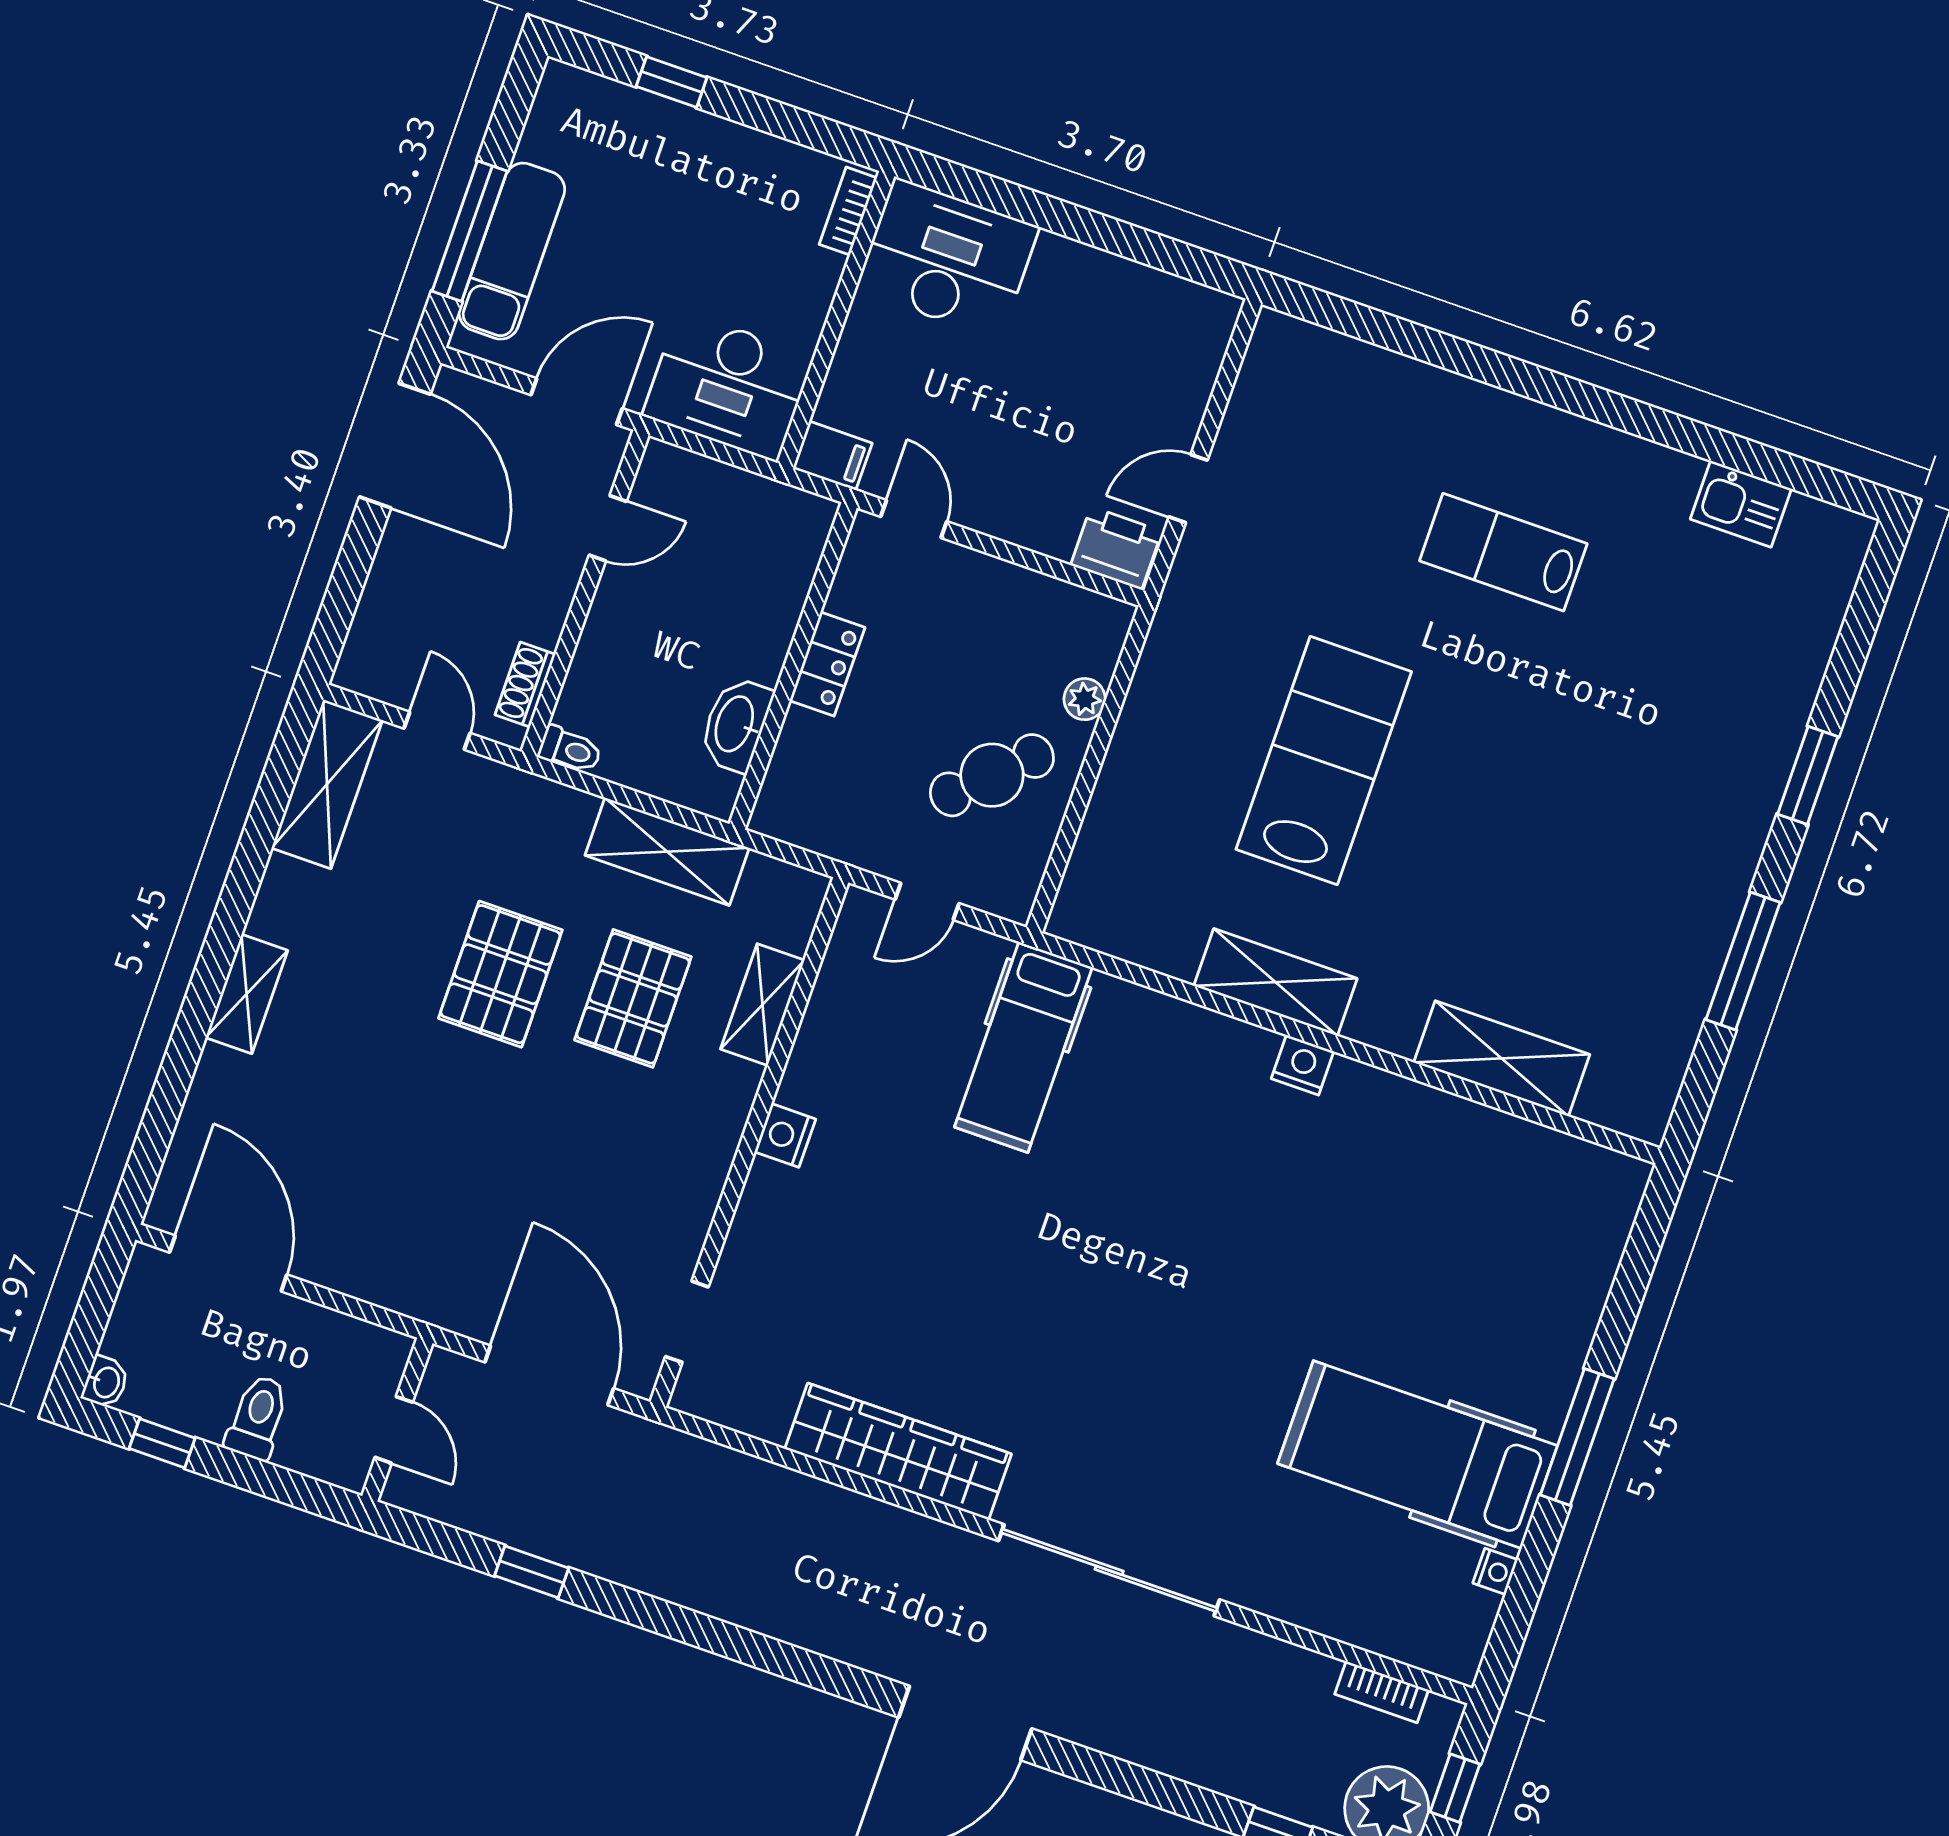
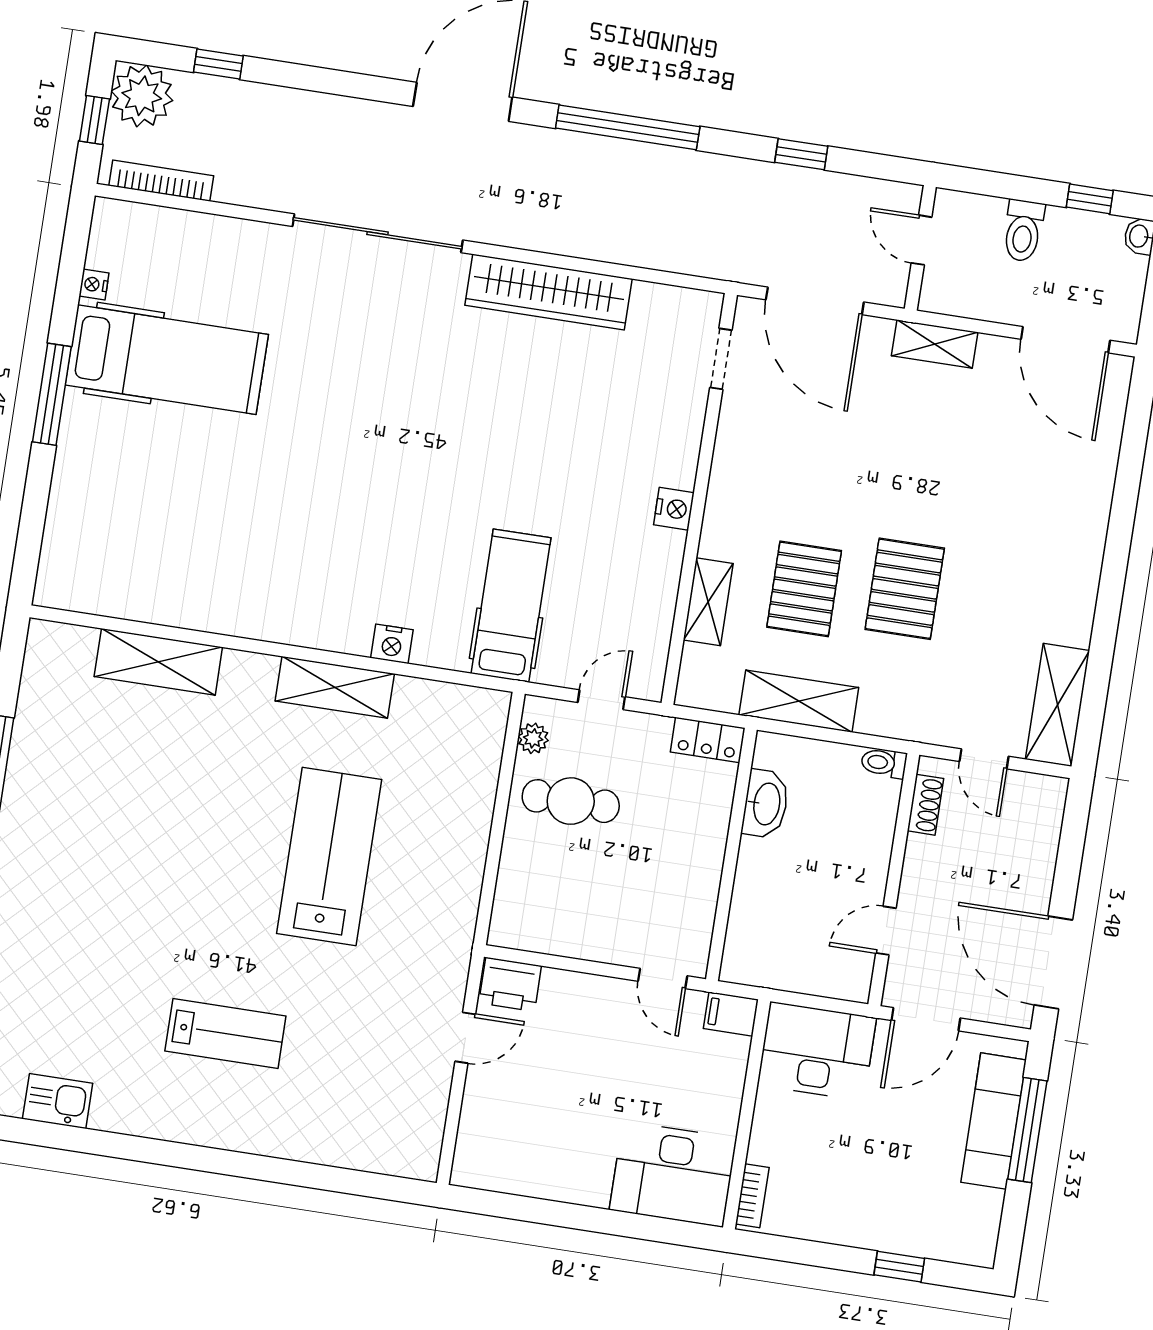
locker: (827, 664) -> (708, 740), moved, turned -90
plant: (1085, 699) -> (533, 738), moved
lab bench: (1324, 761) -> (329, 856), turned 180
cafe table: (992, 775) -> (571, 801), turned 44
shelving: (247, 994) -> (935, 344), moved, turned 90
nightstand: (1303, 1065) -> (392, 644), moved
window: (754, 1649) -> (628, 127), added
bookcase: (1382, 1692) -> (161, 181), width x1.56

